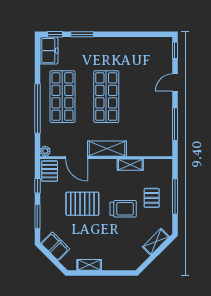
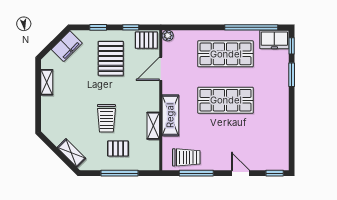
window: (37, 109) -> (251, 27), moved
trolley: (160, 134) -> (186, 157), added
shelving: (107, 149) -> (170, 115), moved
pallet: (82, 204) -> (111, 58), moved
window: (37, 217) -> (98, 27), width x0.67

